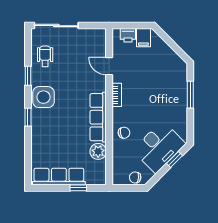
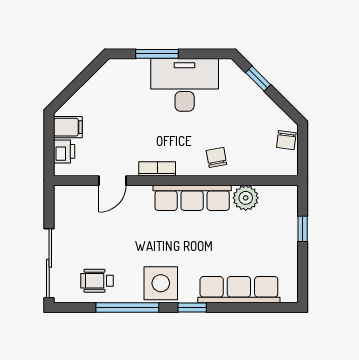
window: (28, 76) -> (127, 307), width x2.17
desk: (159, 147) -> (185, 85), moved, turned -45
row of seats: (59, 177) -> (239, 290), moved, turned 90

